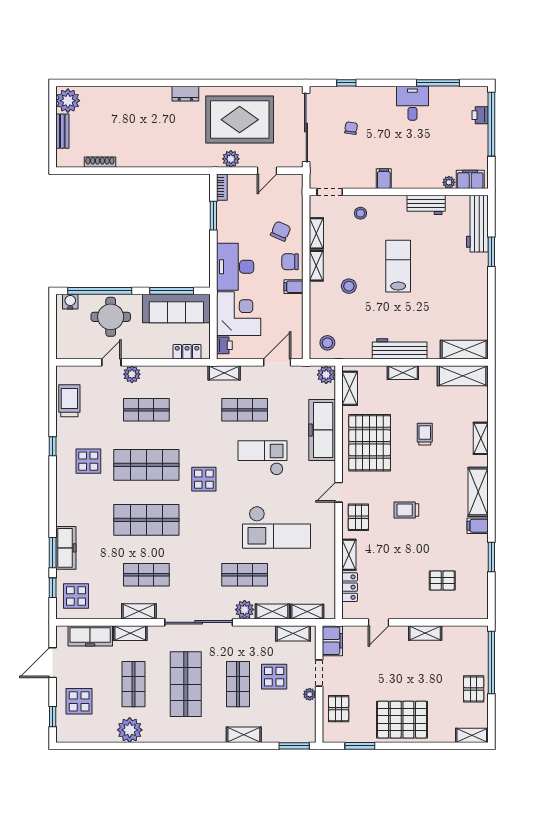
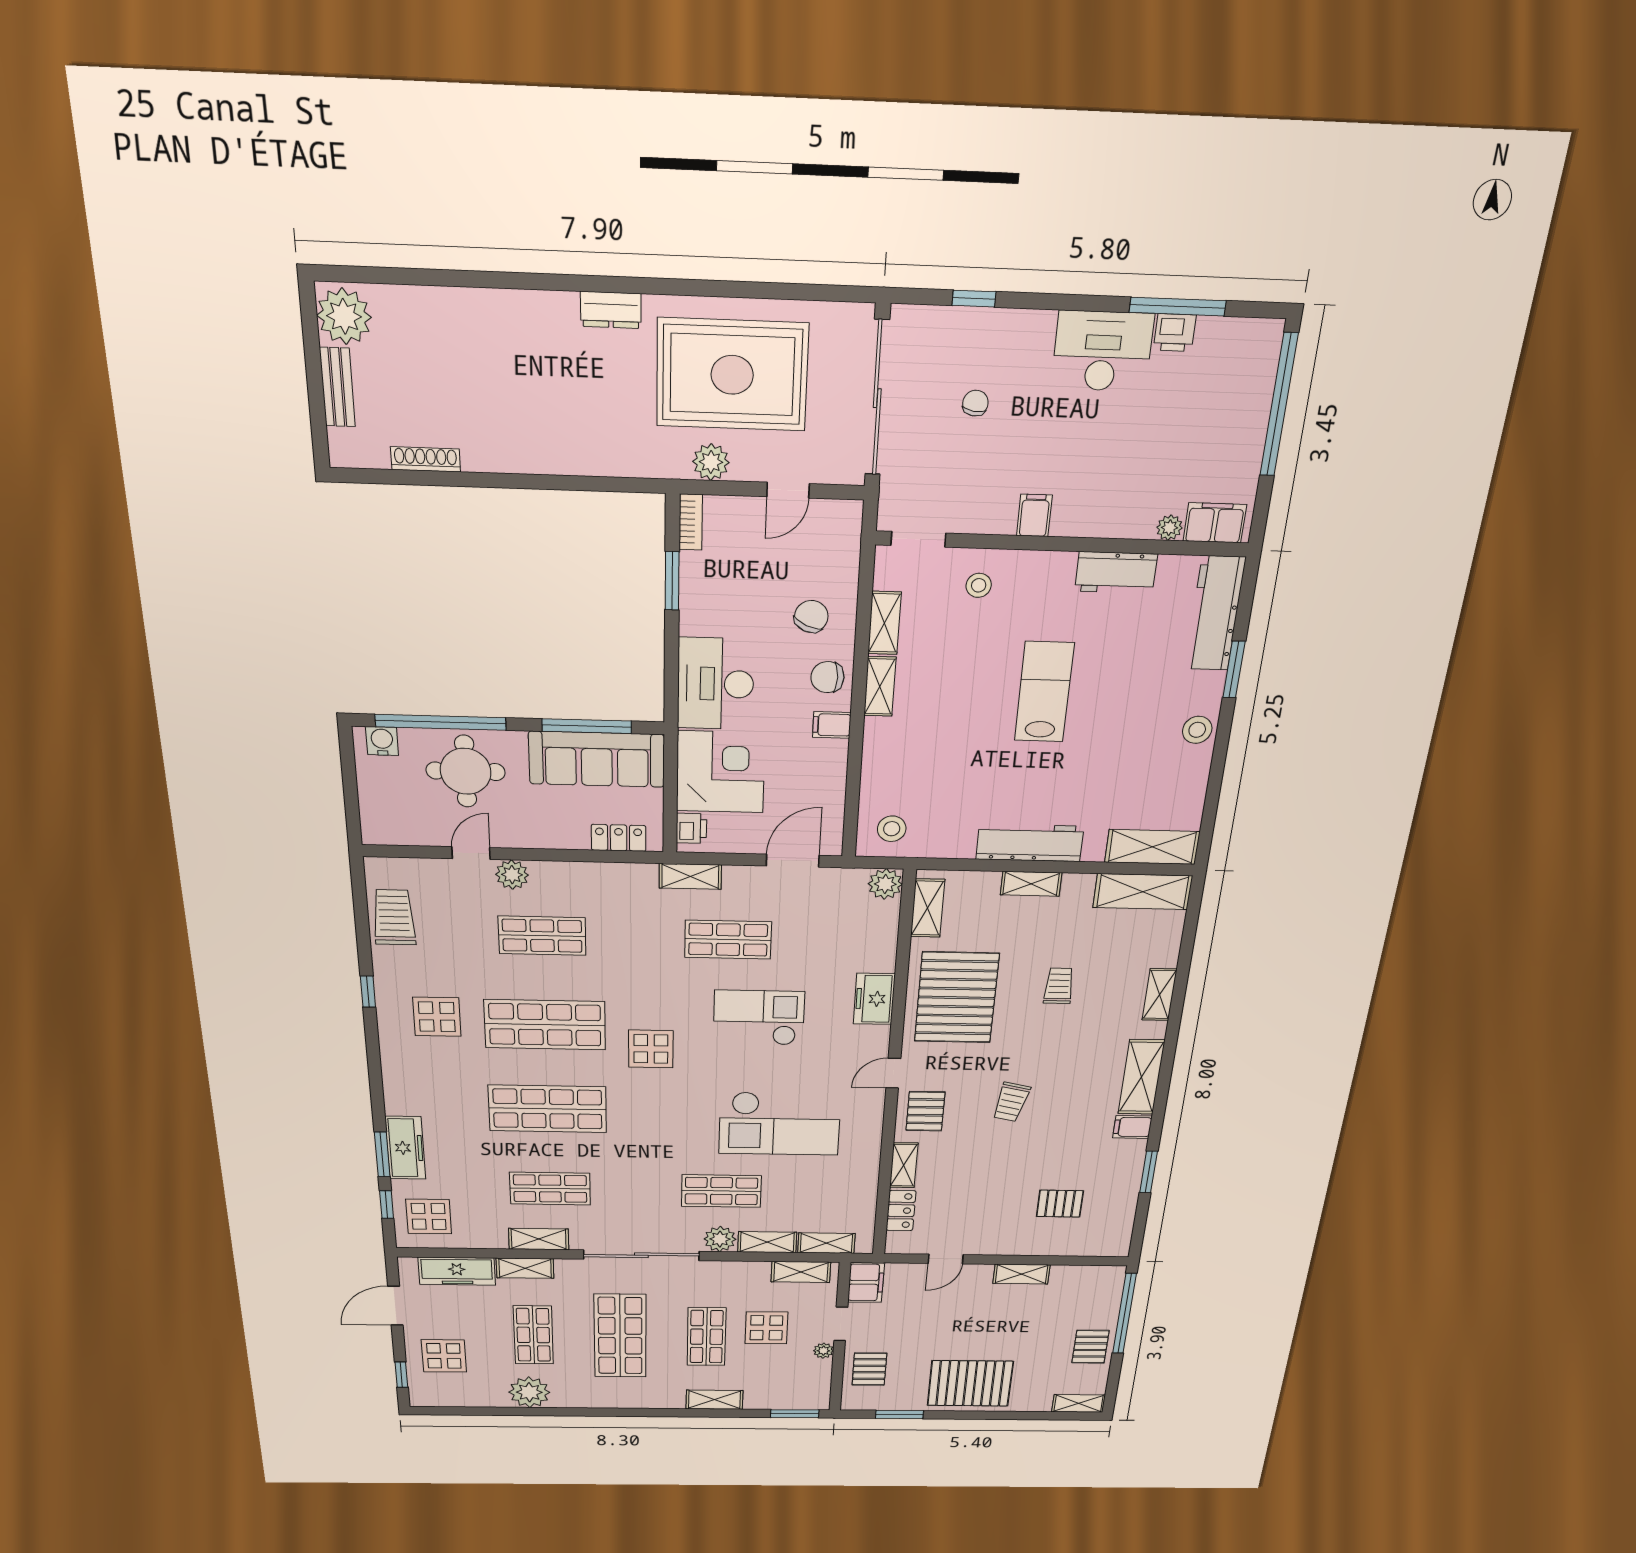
desk: (412, 103) -> (1102, 351), width x1.37
printer: (480, 115) -> (1175, 333), moved, turned -90
stool: (349, 286) -> (1197, 730), moved
freezer: (322, 430) -> (874, 999), width x0.52, depth x0.79
trolley: (406, 510) -> (1011, 1102), turned -78

